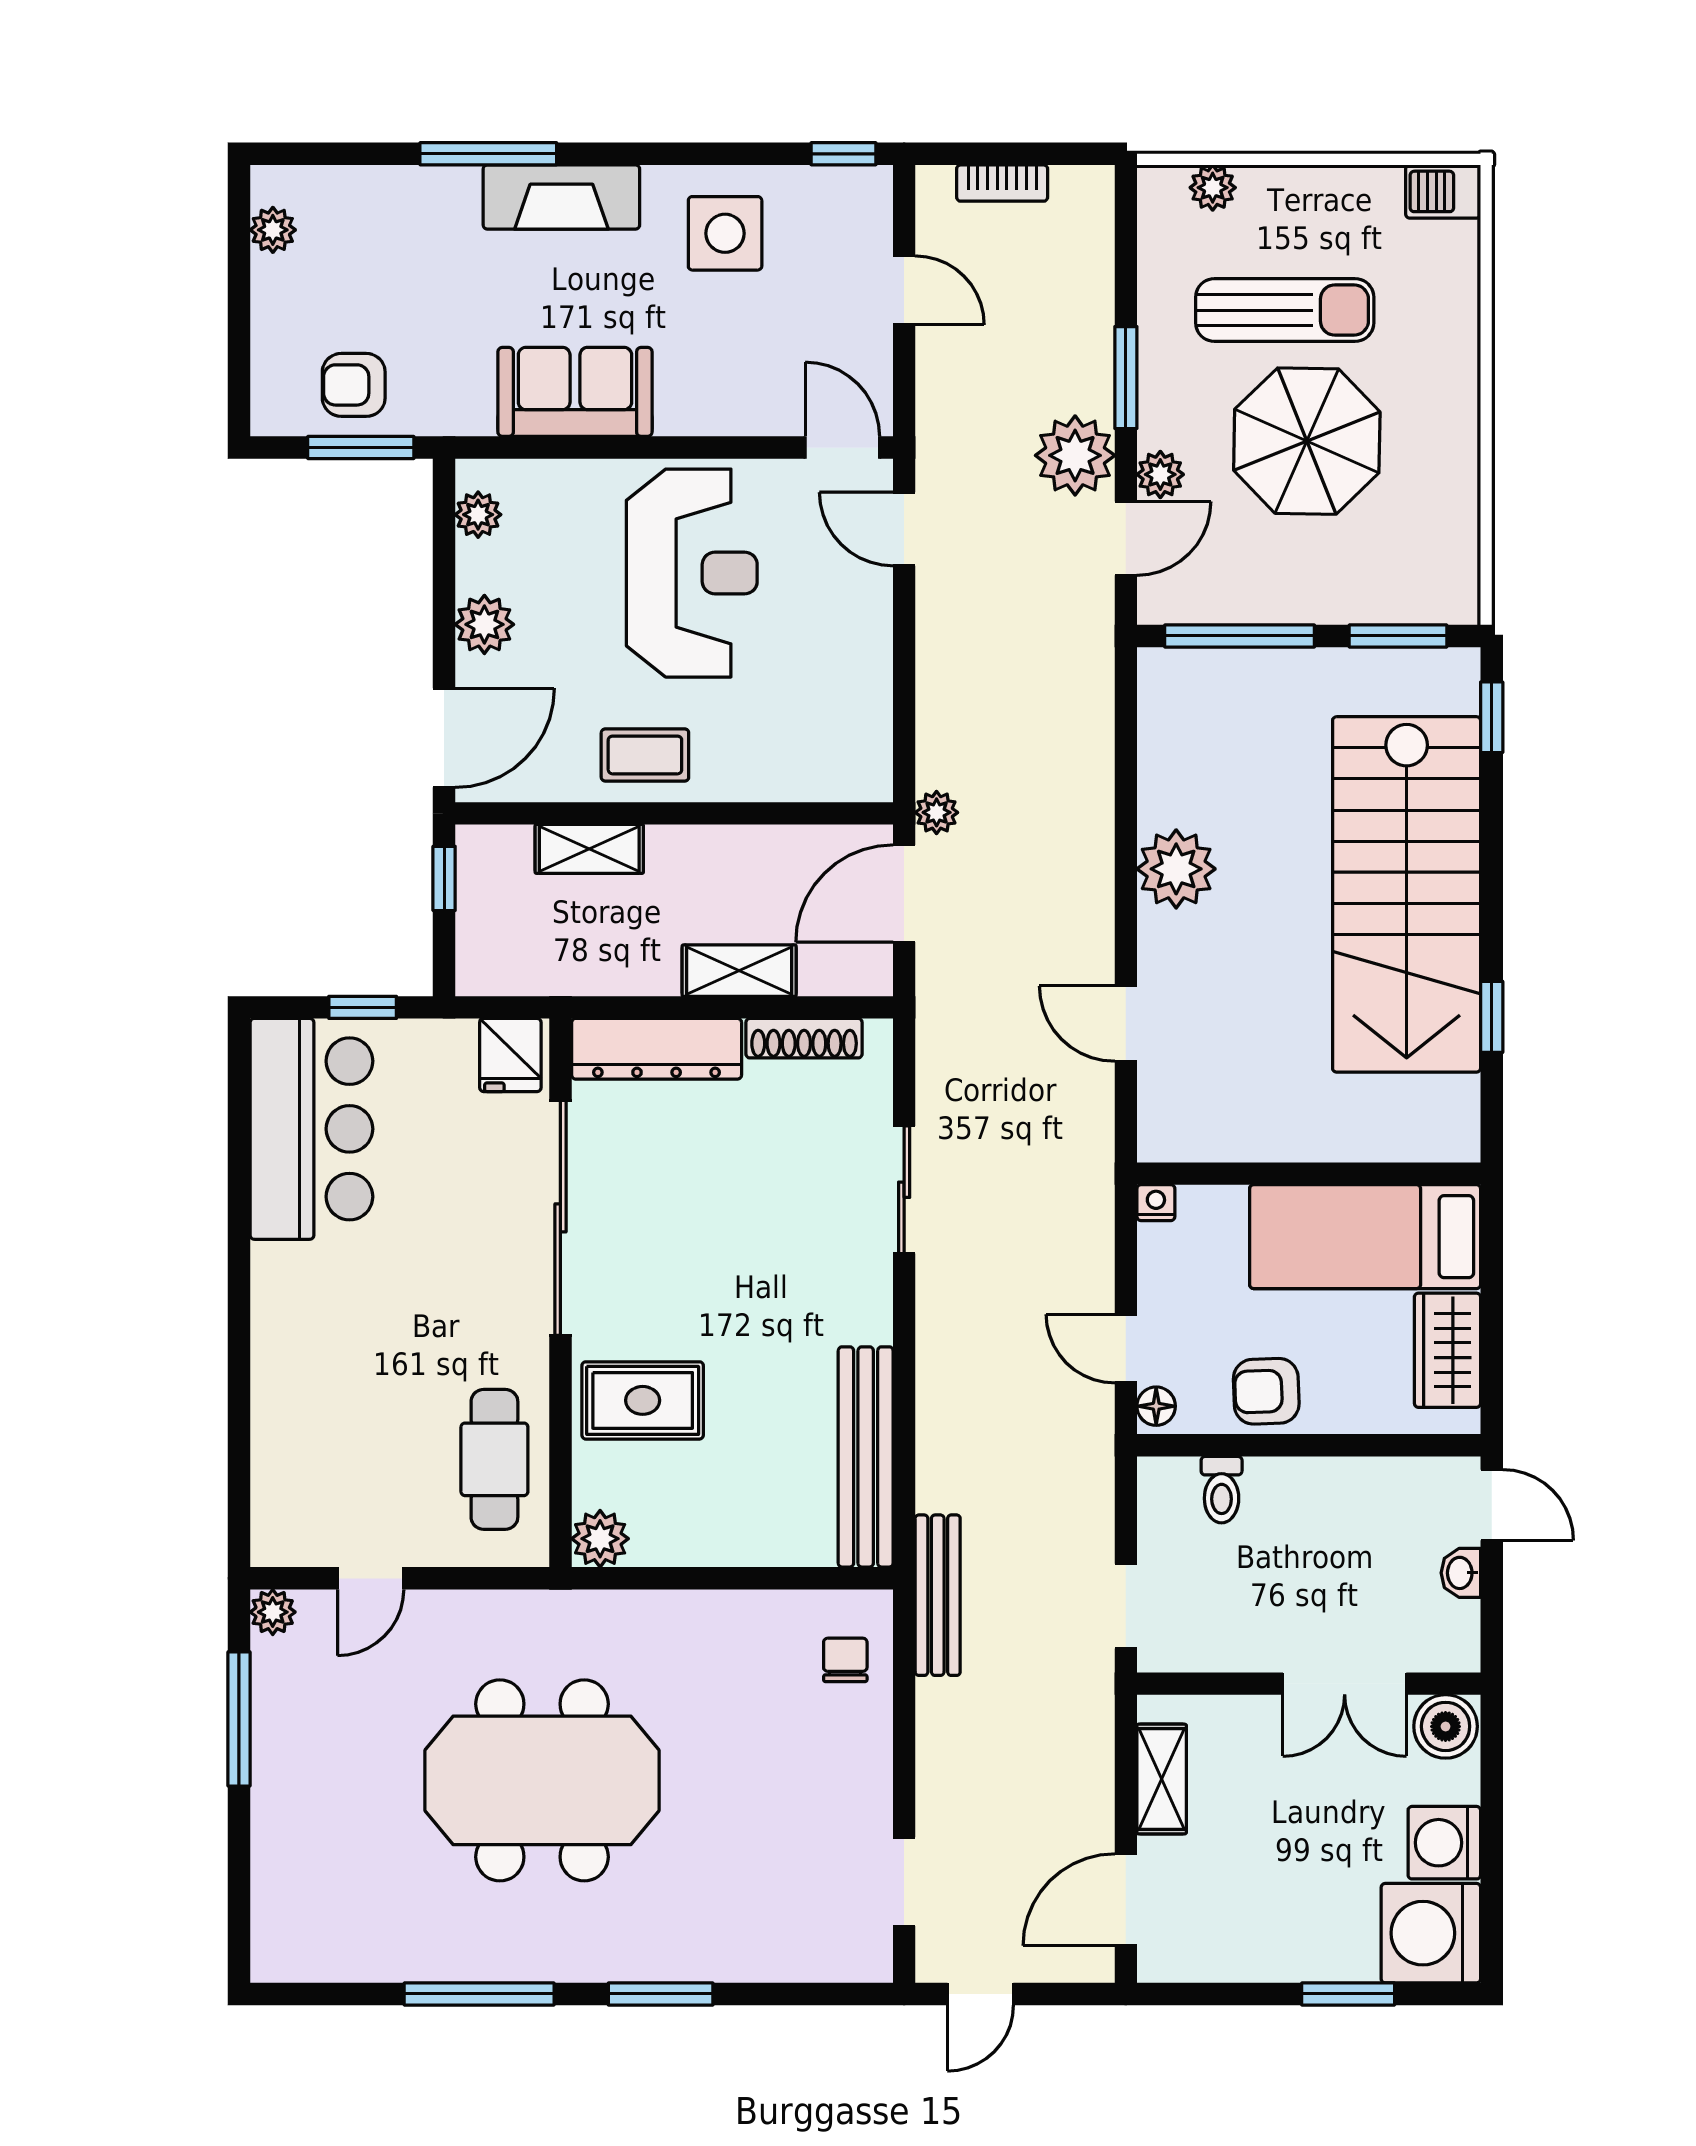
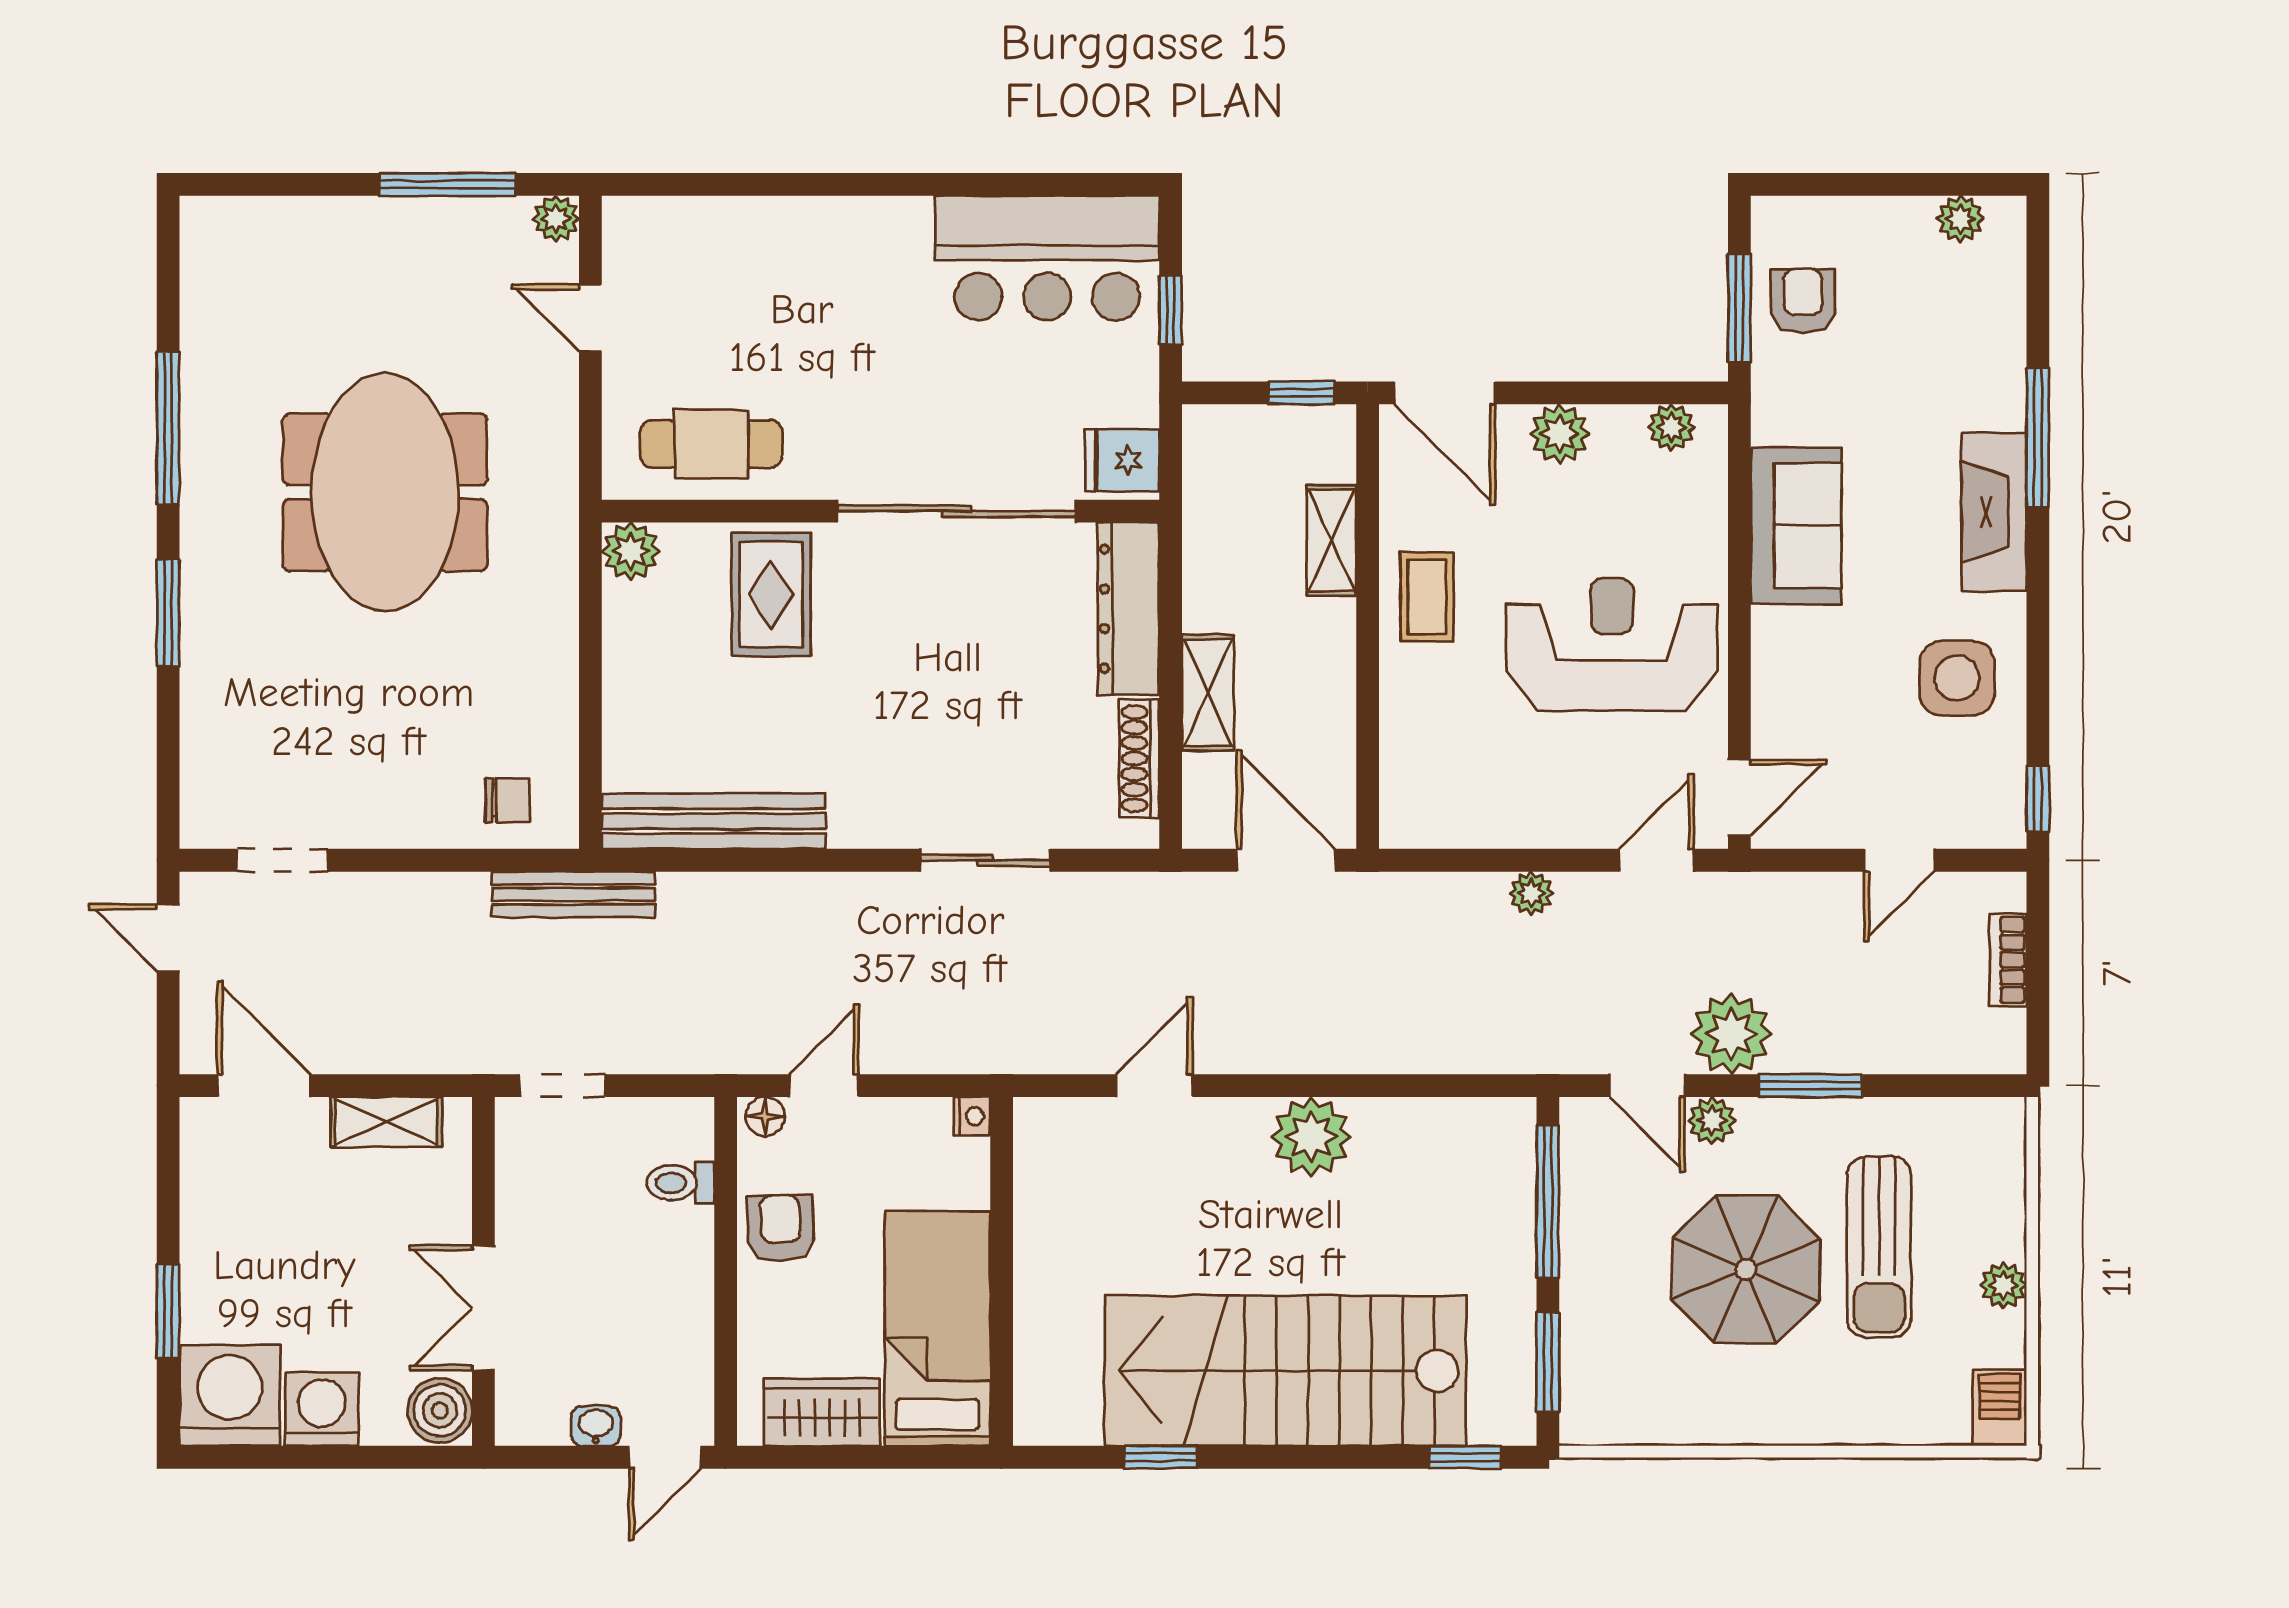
plant: (1213, 188) -> (2004, 1285), moved
reception desk: (692, 573) -> (1612, 644), turned 180
plant: (937, 812) -> (1531, 893), moved

